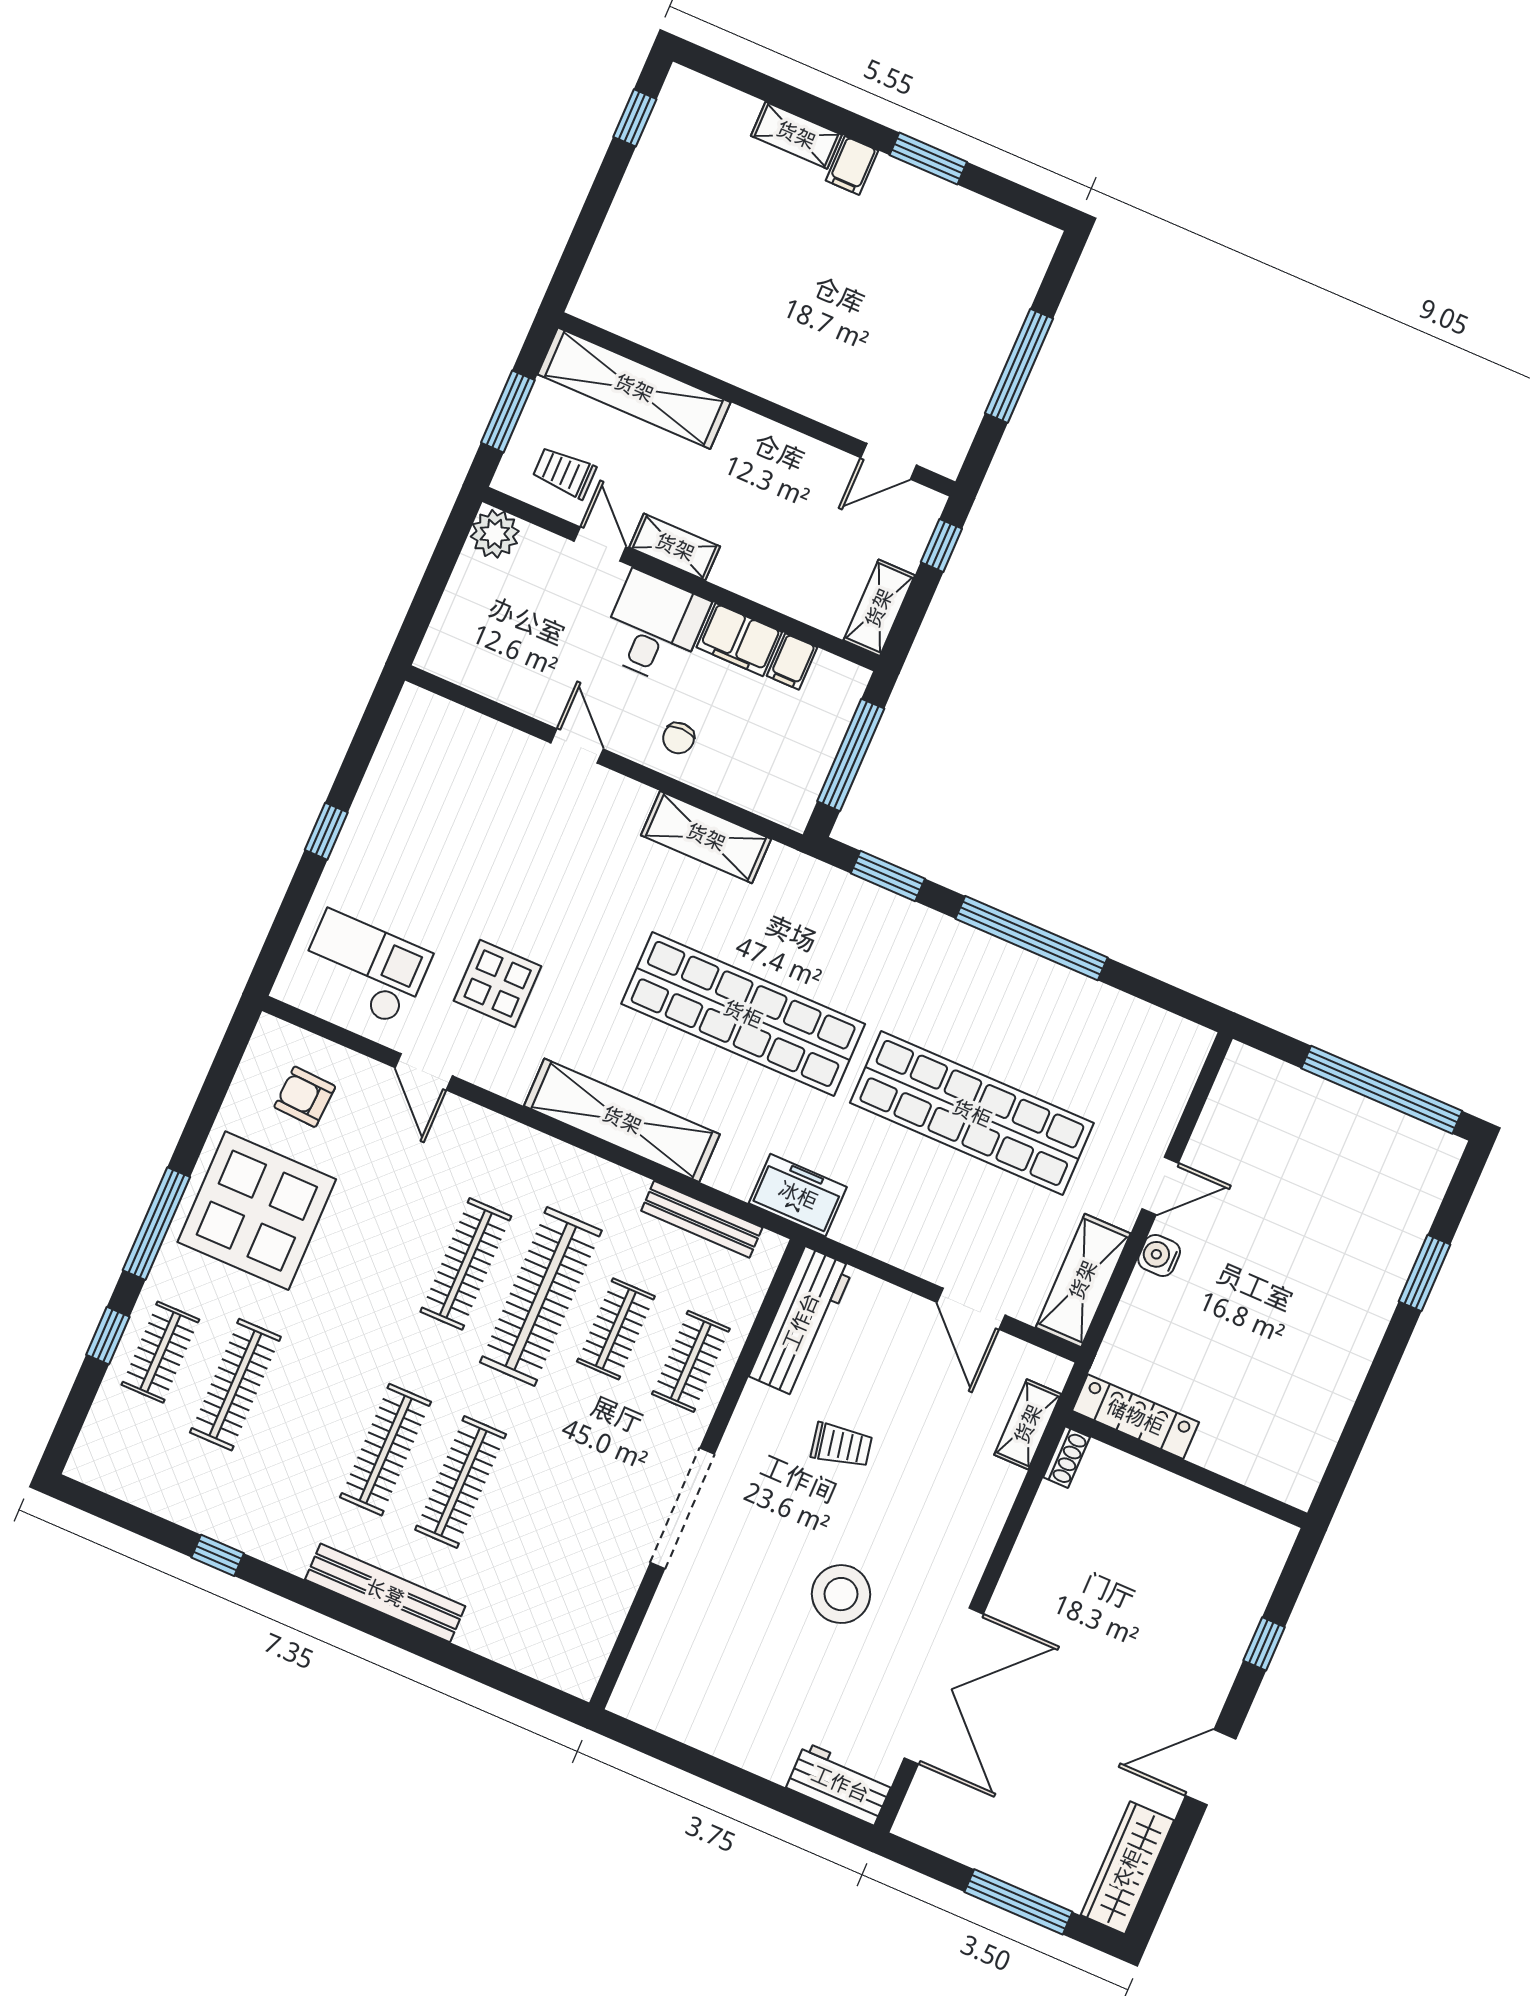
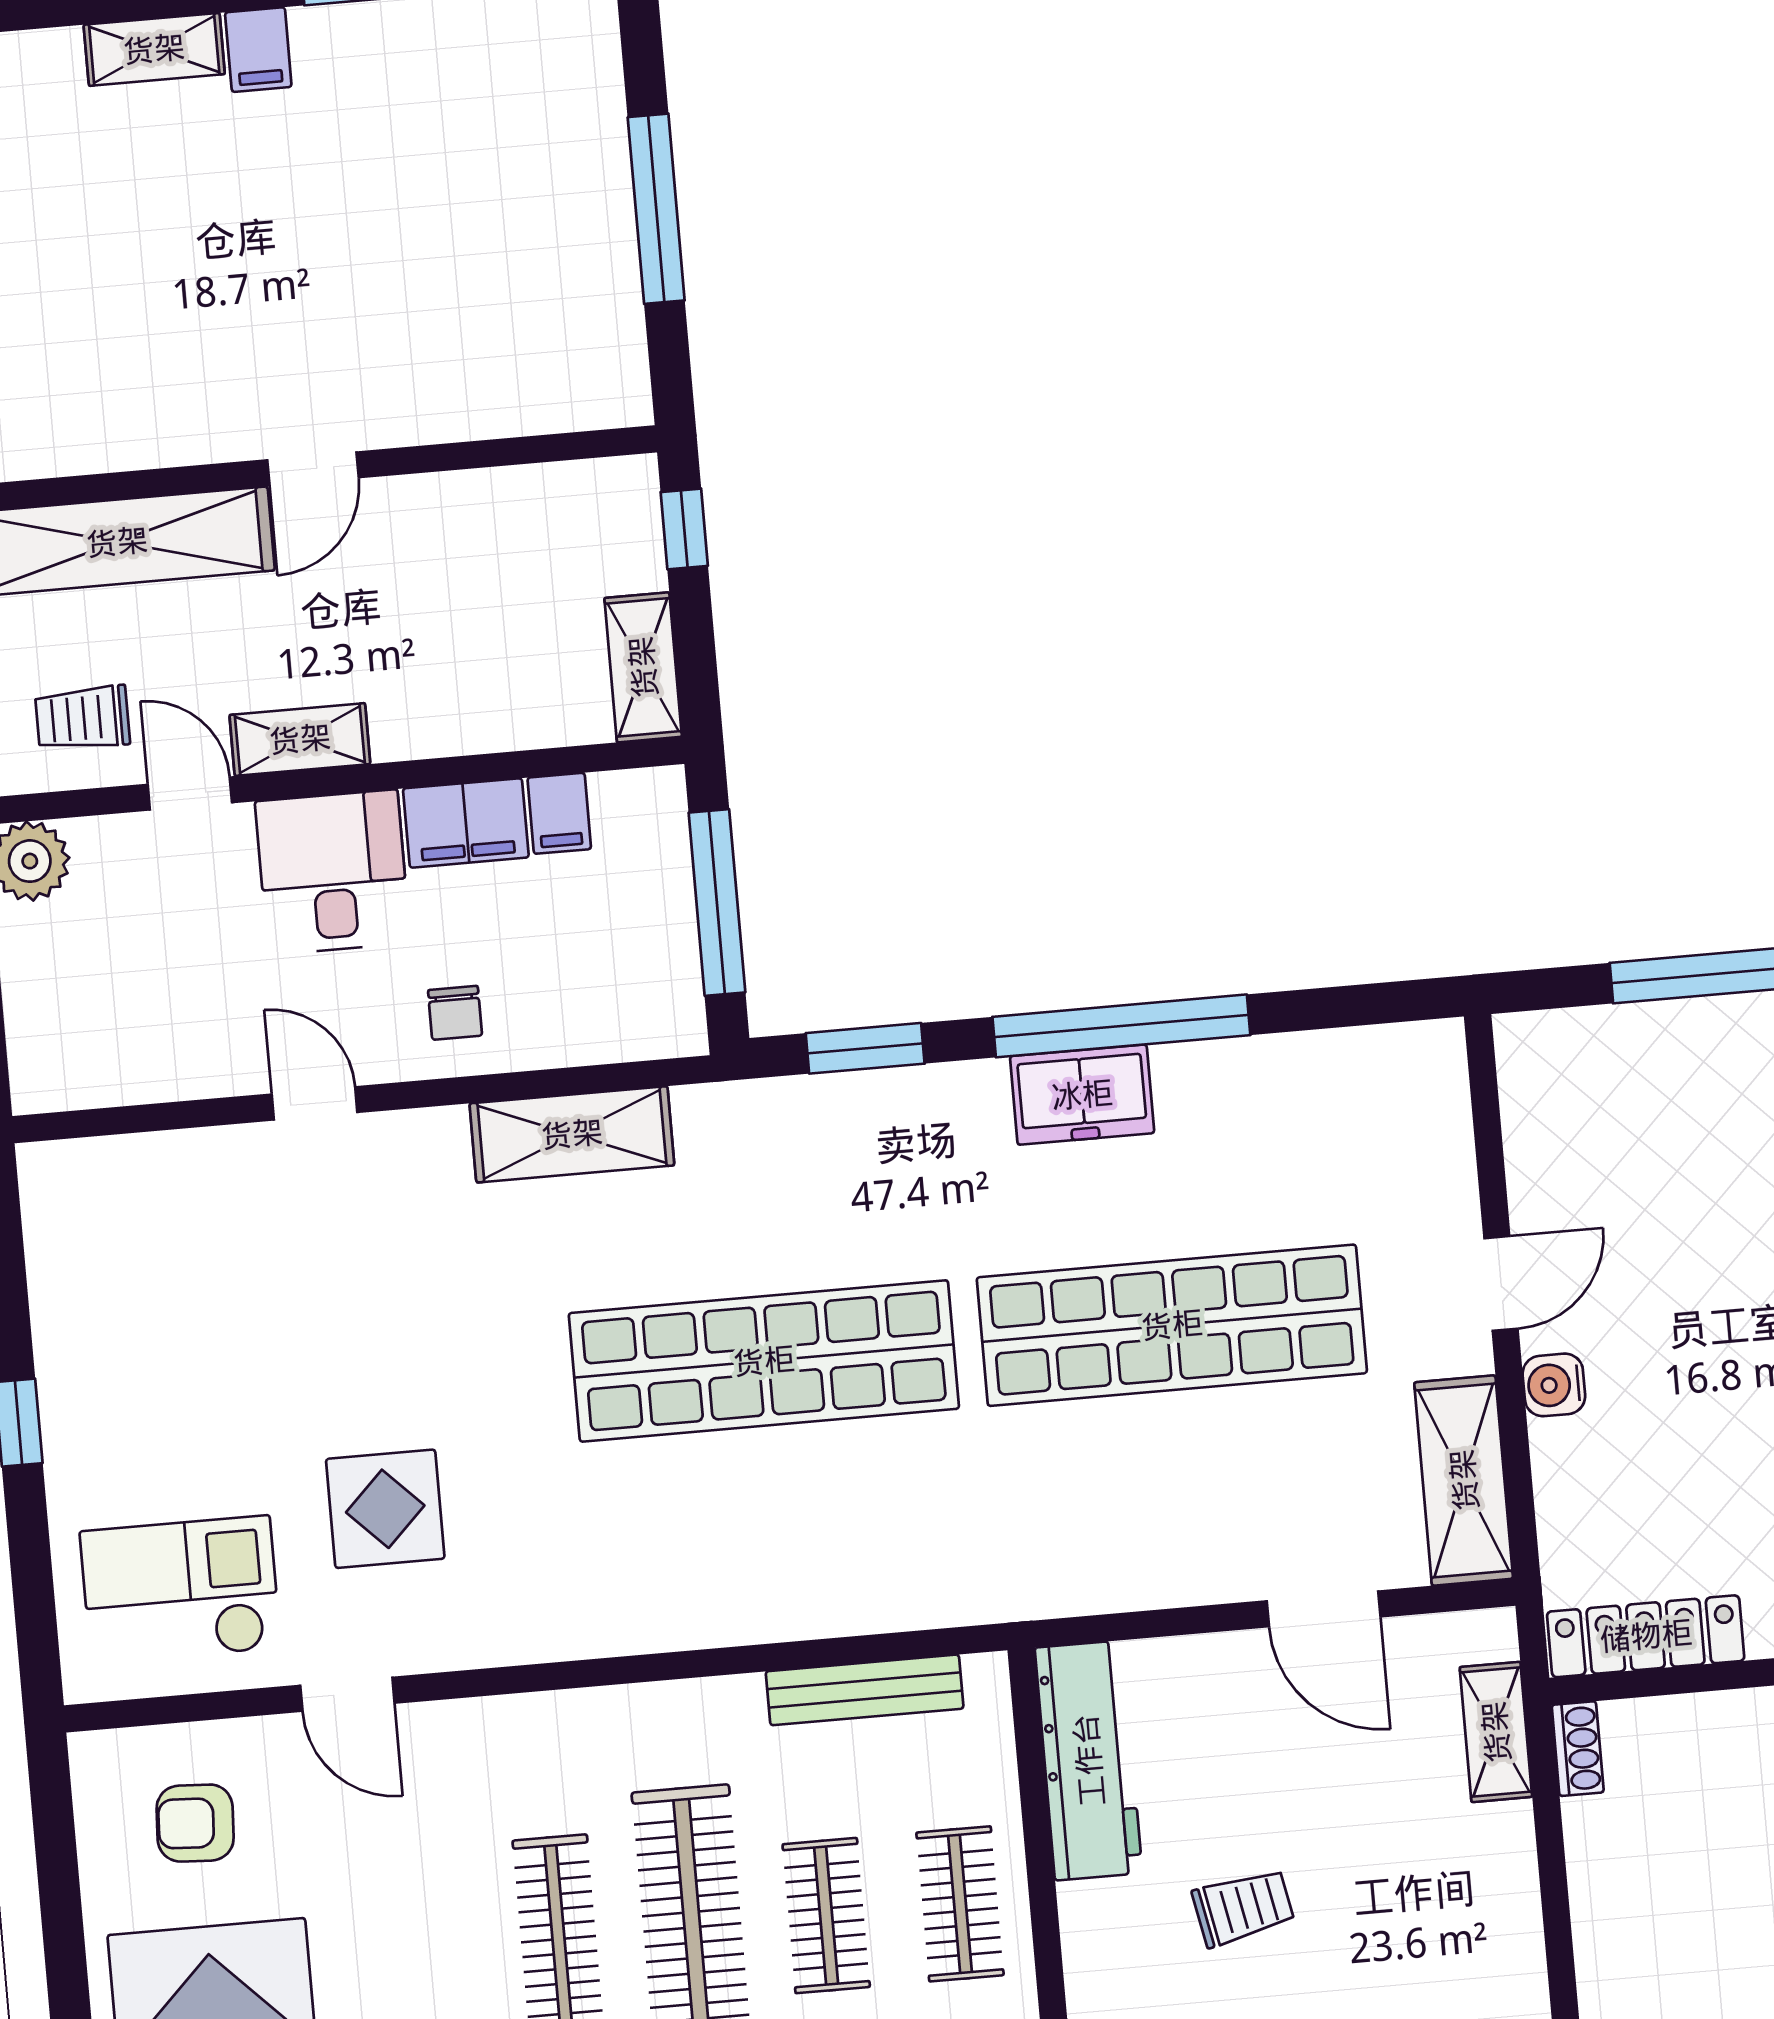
door: (889, 461) -> (313, 469), moved
shelving: (622, 1120) -> (672, 1609), removed
freezer: (798, 1195) -> (1082, 1095), moved, turned 180

